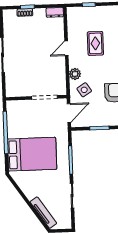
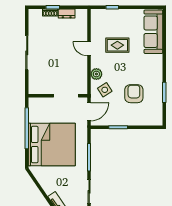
dresser: (55, 12) -> (67, 14), moved
rug: (95, 43) -> (117, 45), turned 90
door: (66, 48) -> (89, 49), hinge flipped
bed: (32, 154) -> (52, 145), width x1.36

